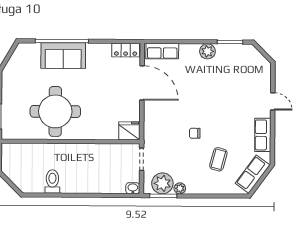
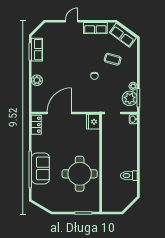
row of seats: (162, 51) -> (37, 50), moved
plant: (207, 51) -> (37, 80), moved

